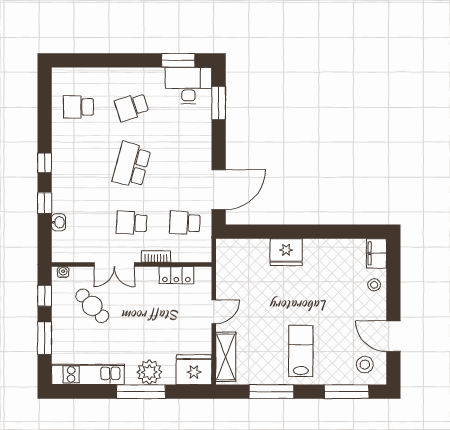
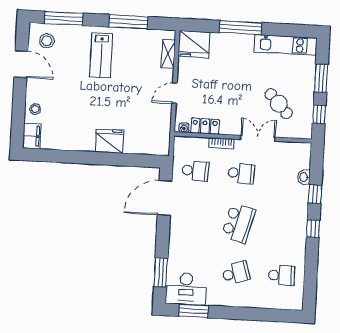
water cooler: (63, 272) -> (184, 128), moved
shelving: (226, 357) -> (168, 54), width x0.67, depth x0.75
plant: (149, 372) -> (232, 44), removed

